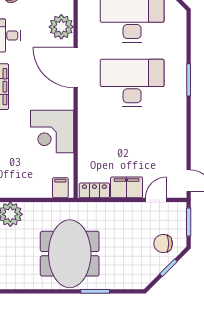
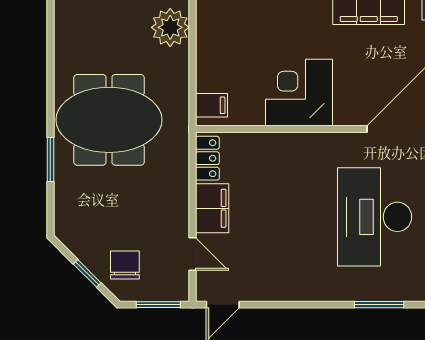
desk: (132, 83) -> (375, 217), turned 180

